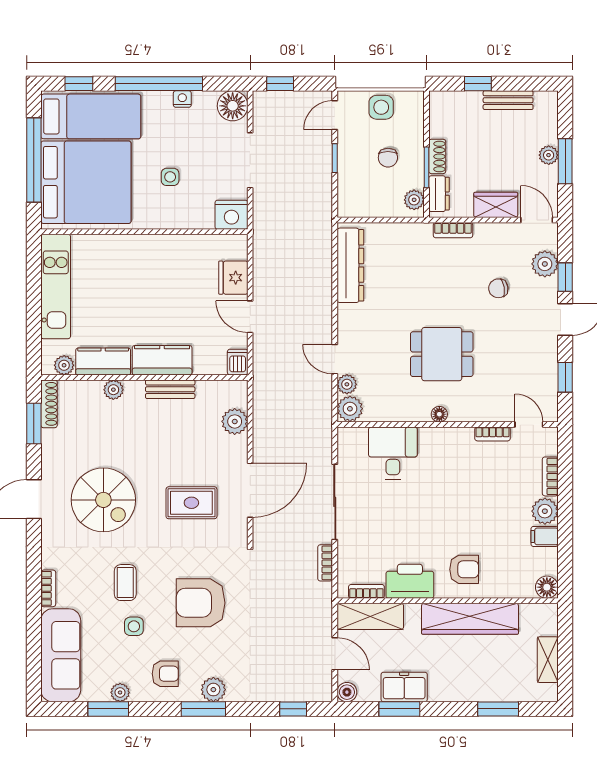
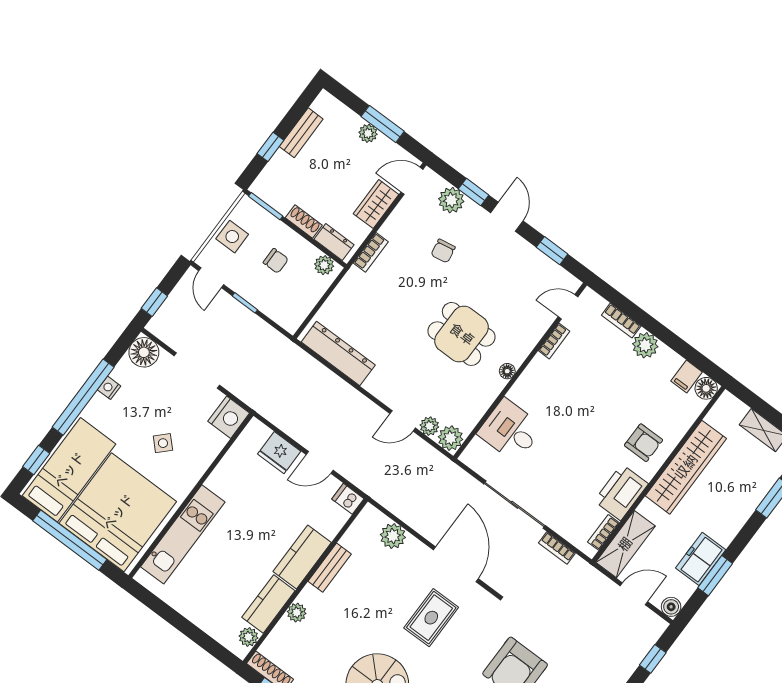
window: (426, 167) -> (266, 206), moved
side table: (170, 177) -> (163, 443), turned 45
kitchen unit: (56, 286) -> (183, 534), moved, turned 90
dining table: (442, 354) -> (462, 334), turned 90
filing cabinet: (545, 536) -> (687, 376), moved
armchair: (464, 569) -> (644, 443), turned 90

